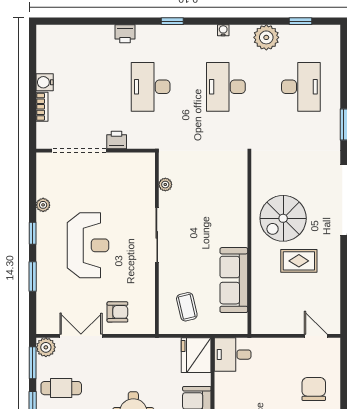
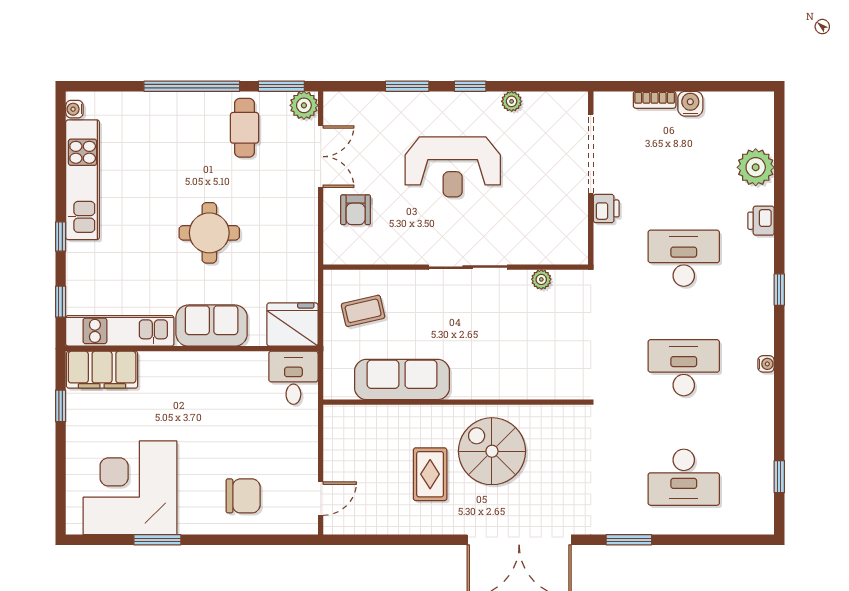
plant: (266, 37) -> (756, 167), moved

